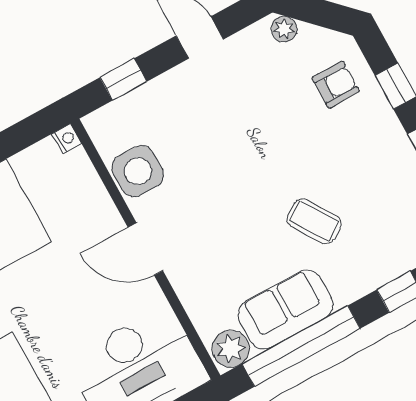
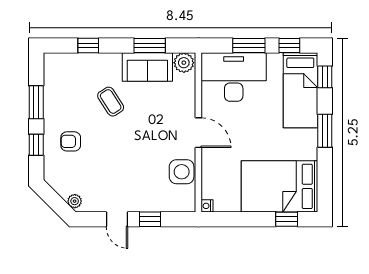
window: (123, 79) -> (150, 219), moved
armchair: (336, 85) -> (71, 141), moved
window: (301, 346) -> (150, 45), width x0.47

